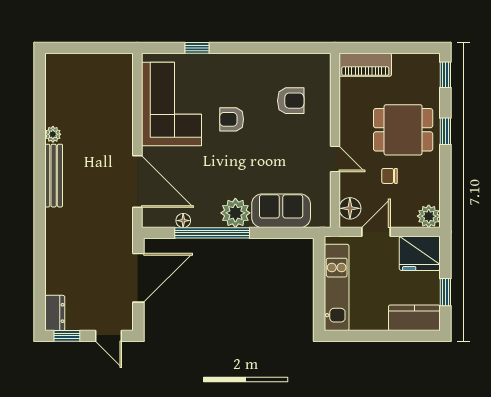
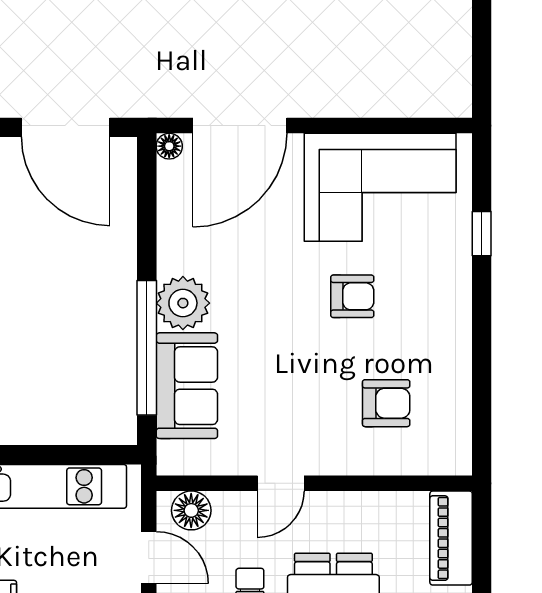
armchair: (291, 101) -> (386, 403), turned -90
armchair: (232, 119) -> (352, 296), turned 90
floor lamp: (183, 221) -> (169, 146), moved
window: (212, 233) -> (147, 348), moved

